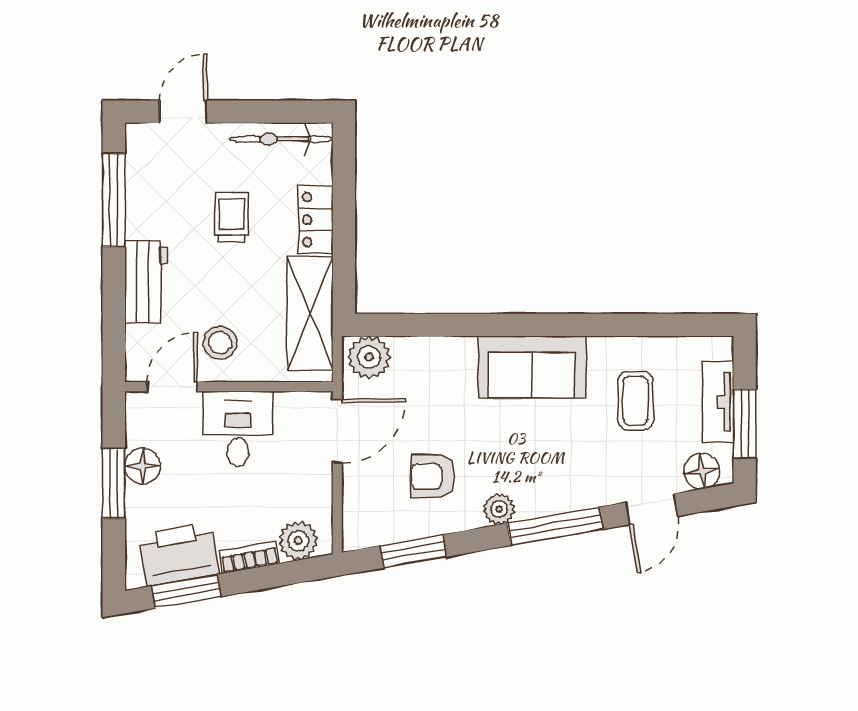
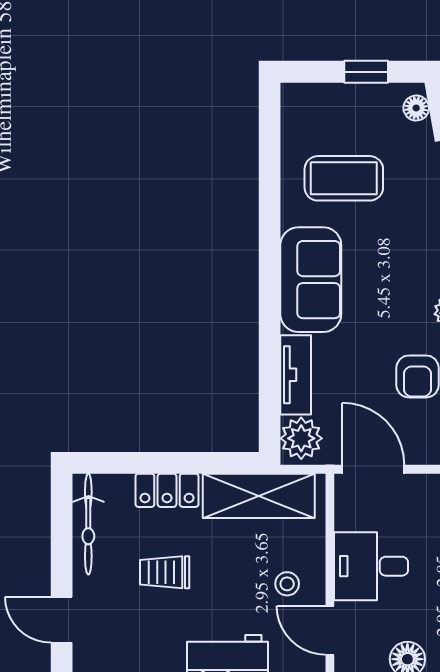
stool: (220, 343) -> (287, 584), width x0.73, depth x0.73
coffee table: (635, 401) -> (344, 178), width x1.36, depth x1.30
tv unit: (718, 402) -> (296, 375), moved, turned -90
window: (745, 424) -> (366, 72), width x0.67
floor lamp: (702, 471) -> (416, 108), width x0.73, depth x0.73

